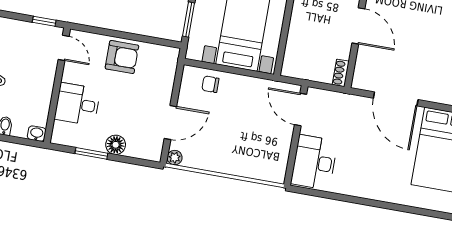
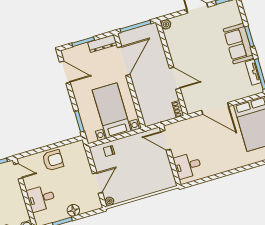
desk: (314, 162) -> (188, 166), width x0.73

